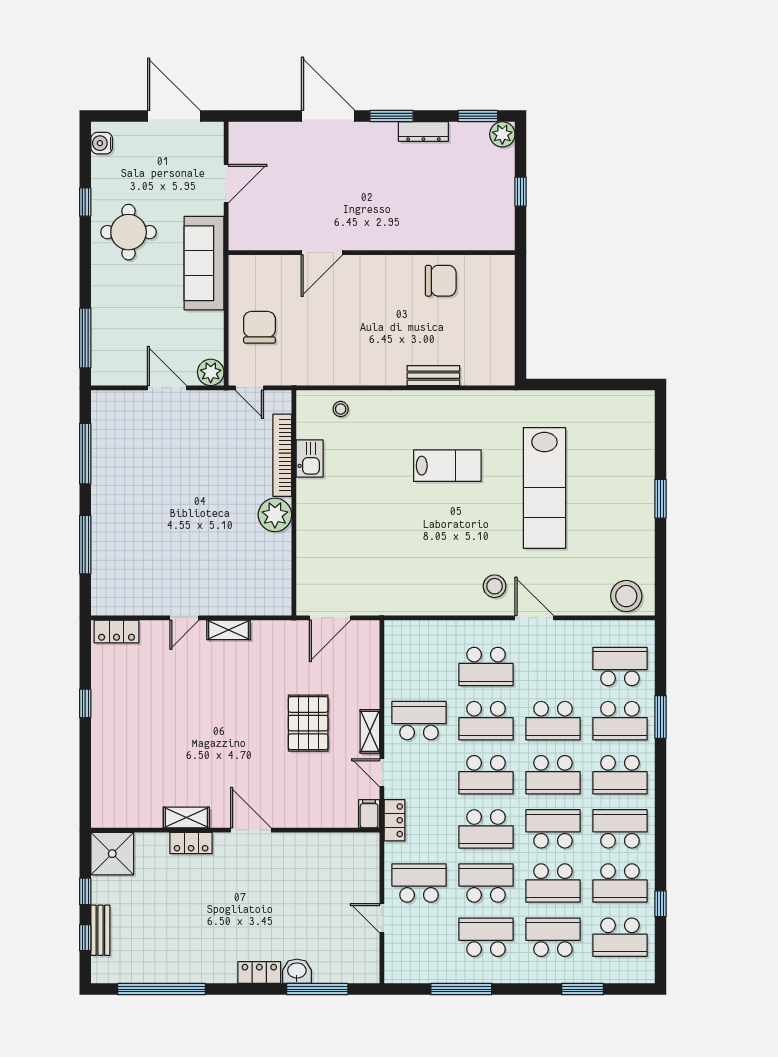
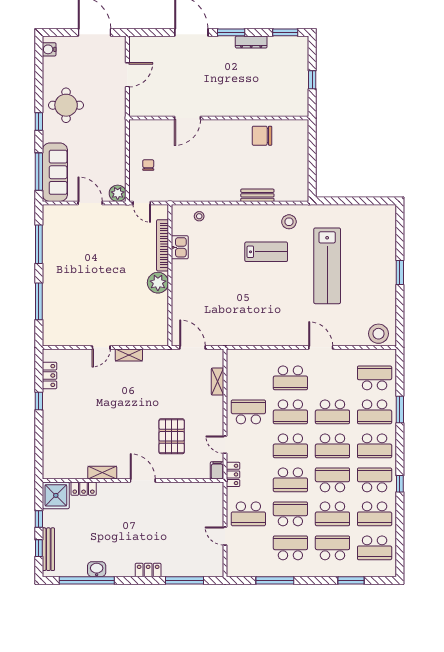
plant: (502, 134) -> (301, 44), removed
window: (85, 202) -> (39, 121), moved
sofa: (204, 263) -> (55, 172), moved, turned 180
chair: (441, 281) -> (262, 136), turned 180
chair: (259, 327) -> (148, 165), width x0.54, depth x0.54
stool: (495, 586) -> (289, 222), moved
door: (330, 618) -> (193, 347), swing flipped
locker: (117, 632) -> (49, 375), moved, turned -90
pallet: (308, 723) -> (172, 436), moved
shelving: (370, 731) -> (218, 382), moved
locker: (191, 843) -> (84, 489), moved
school desk: (419, 883) -> (248, 514), turned 180
window: (660, 904) -> (400, 484), moved
bench: (100, 930) -> (48, 549), width x1.36
washbasin: (297, 971) -> (97, 569), moved

